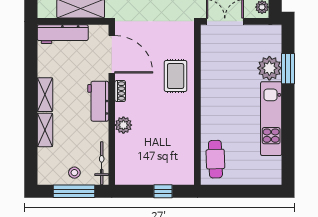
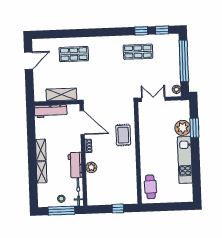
workbench: (98, 101) -> (75, 165), moved

